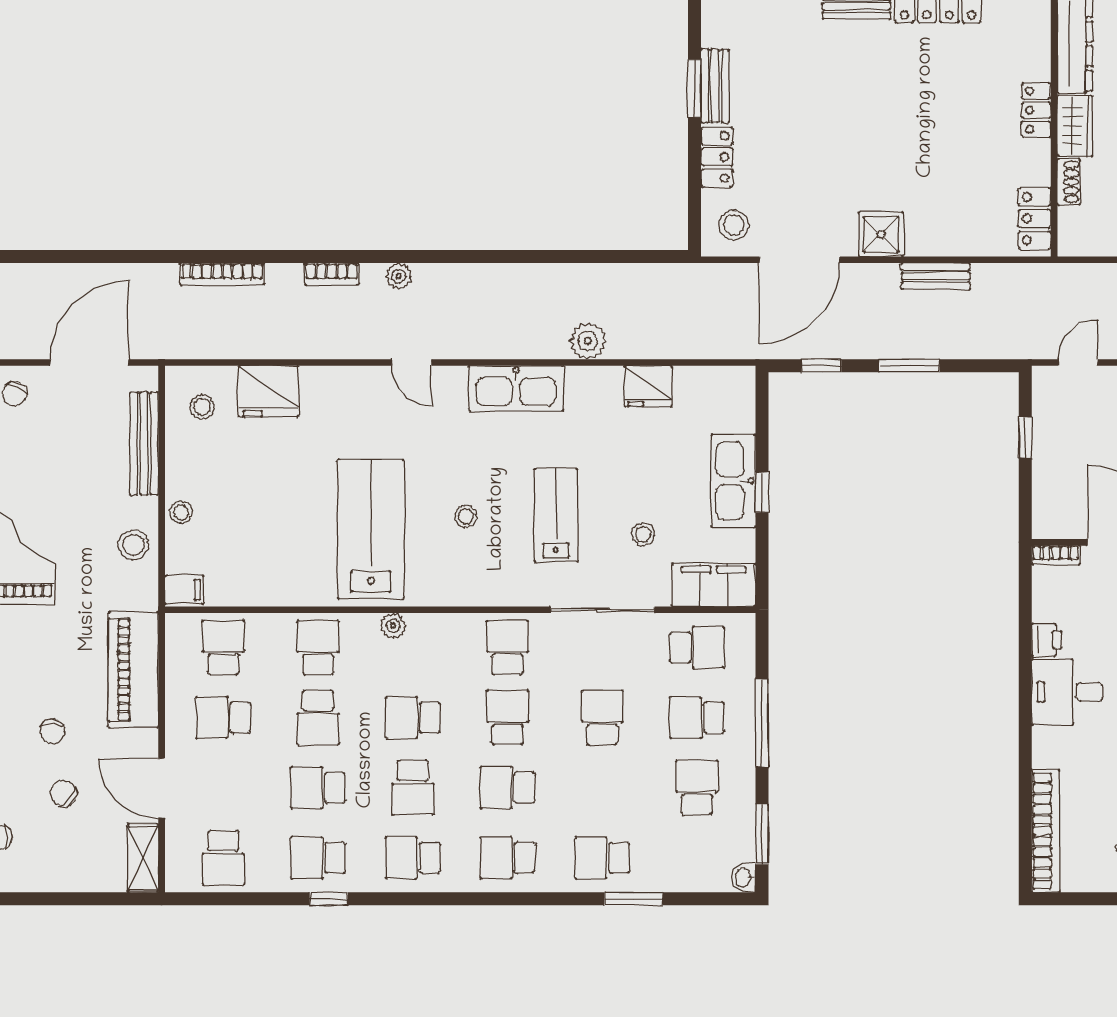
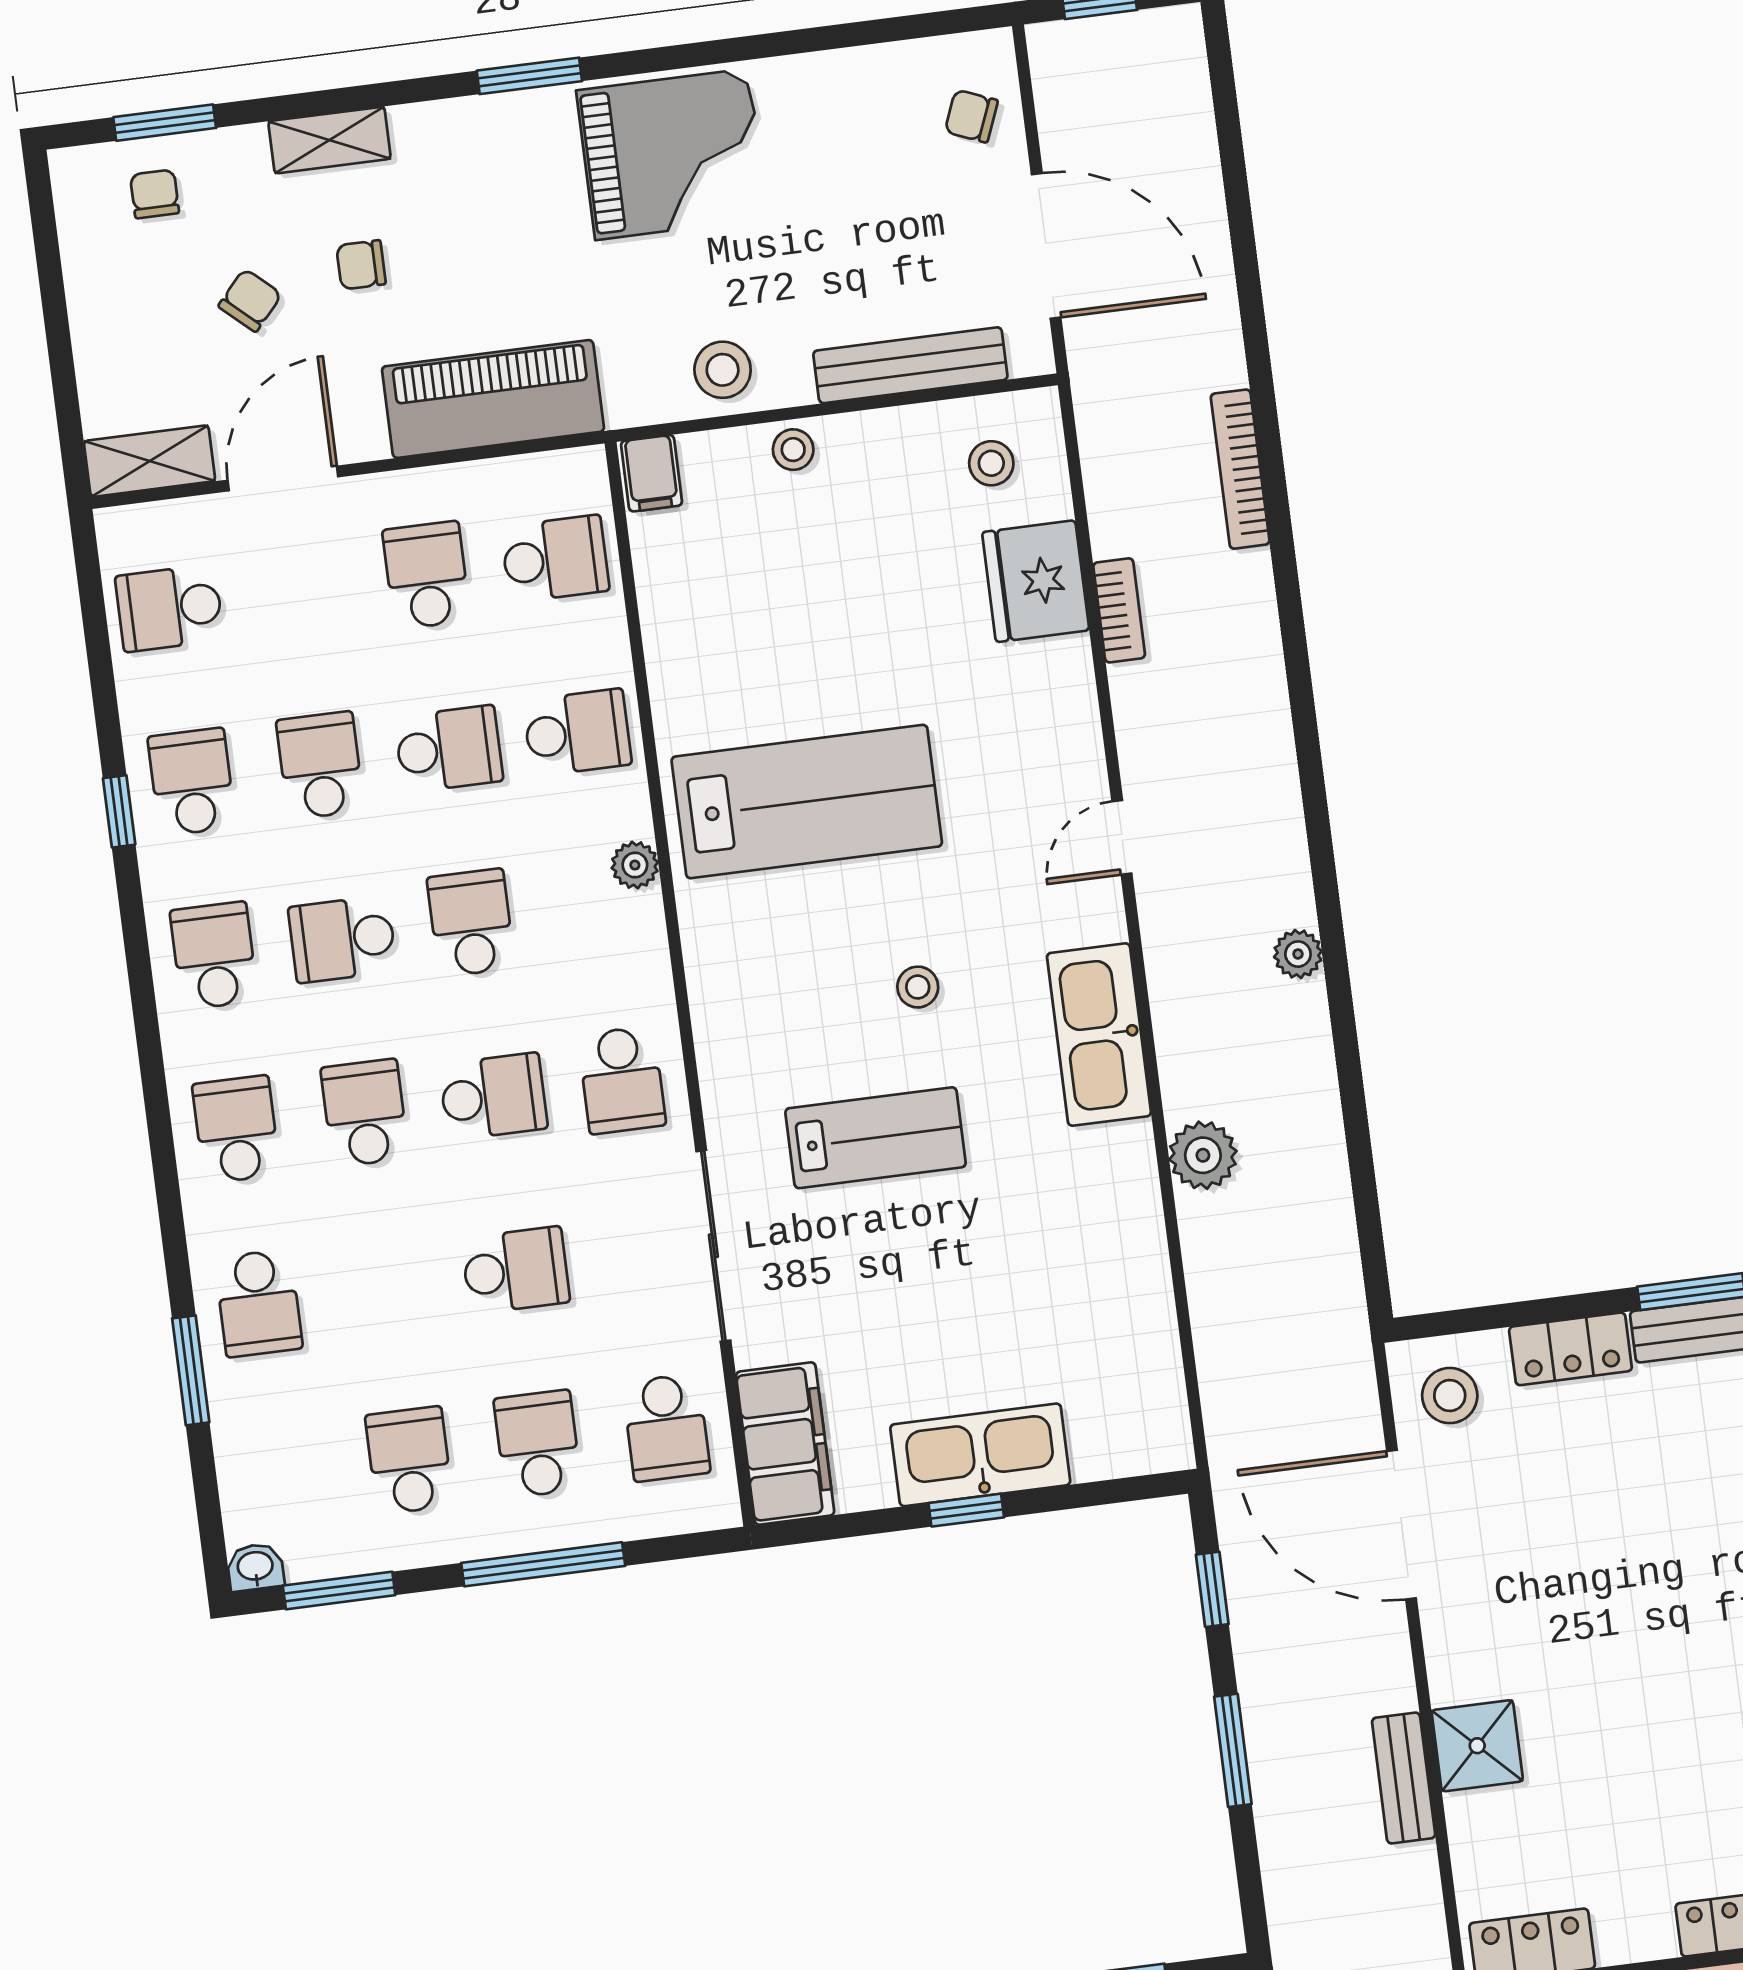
shower: (881, 234) -> (1477, 1746), moved
bookcase: (332, 274) -> (1119, 610), moved, turned 180
plant: (399, 276) -> (1298, 954), moved
fridge: (648, 386) -> (1134, 1276), removed
stool: (466, 516) -> (918, 987), moved
stool: (643, 535) -> (861, 1302), removed
school desk: (508, 648) -> (622, 1080), turned 90
school desk: (318, 718) -> (449, 749), turned 180
school desk: (697, 788) -> (409, 1460), turned -90
school desk: (602, 858) -> (258, 1303), turned 180

